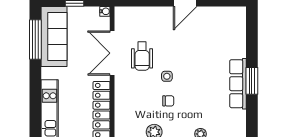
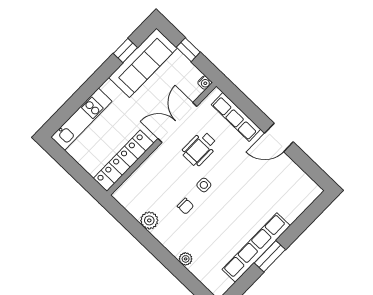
row of seats: (146, 14) -> (236, 117), added
window: (35, 40) -> (125, 51), width x0.46
row of seats: (238, 84) -> (256, 247), width x1.36

